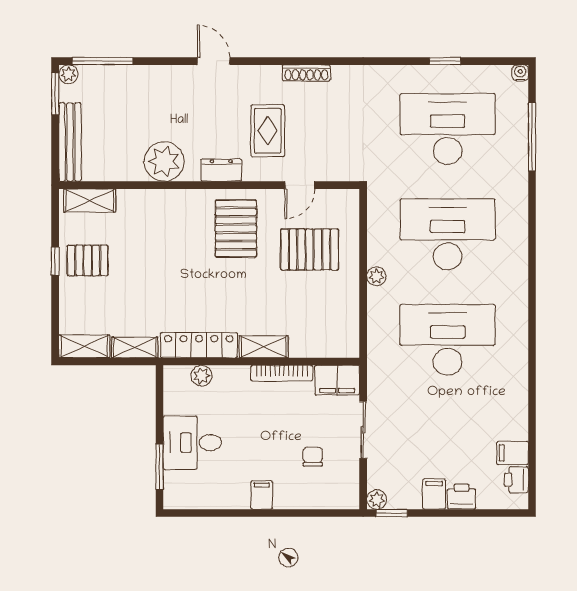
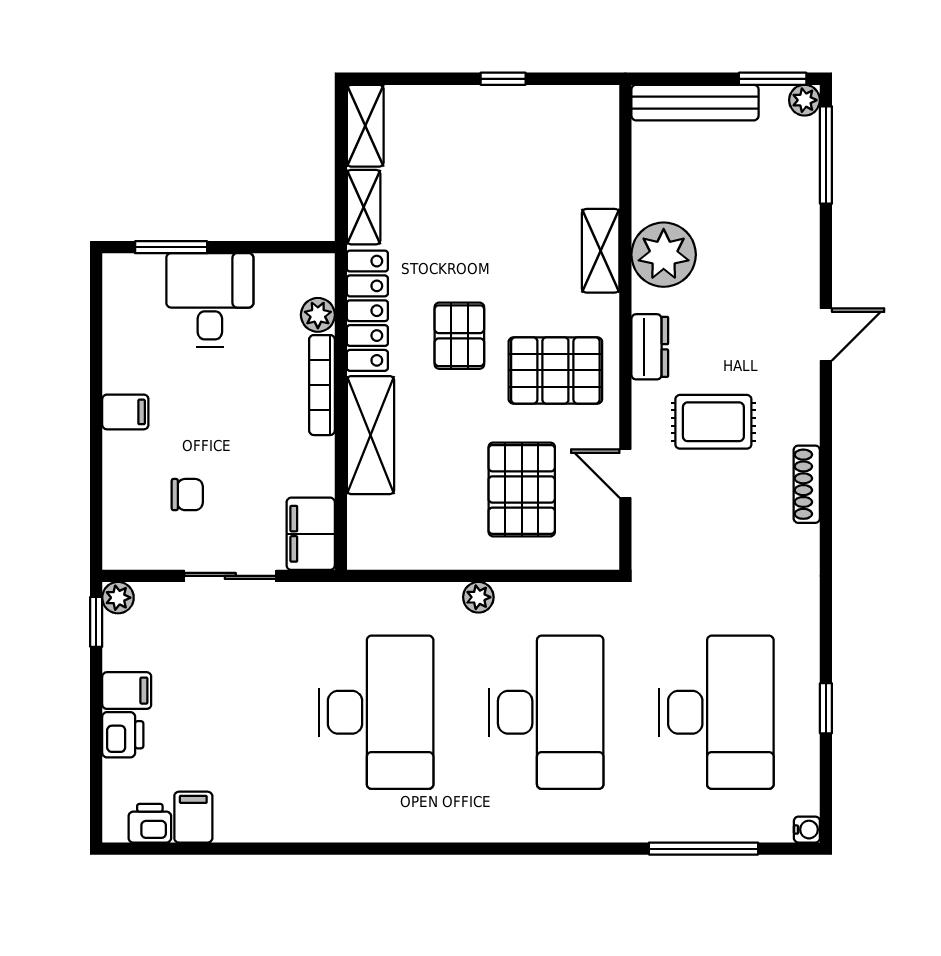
shelving: (90, 201) -> (601, 251), moved
pallet: (88, 260) -> (459, 336), moved
shelving: (264, 347) -> (370, 435), width x1.50, depth x1.33
bookcase: (282, 373) -> (322, 385), moved

